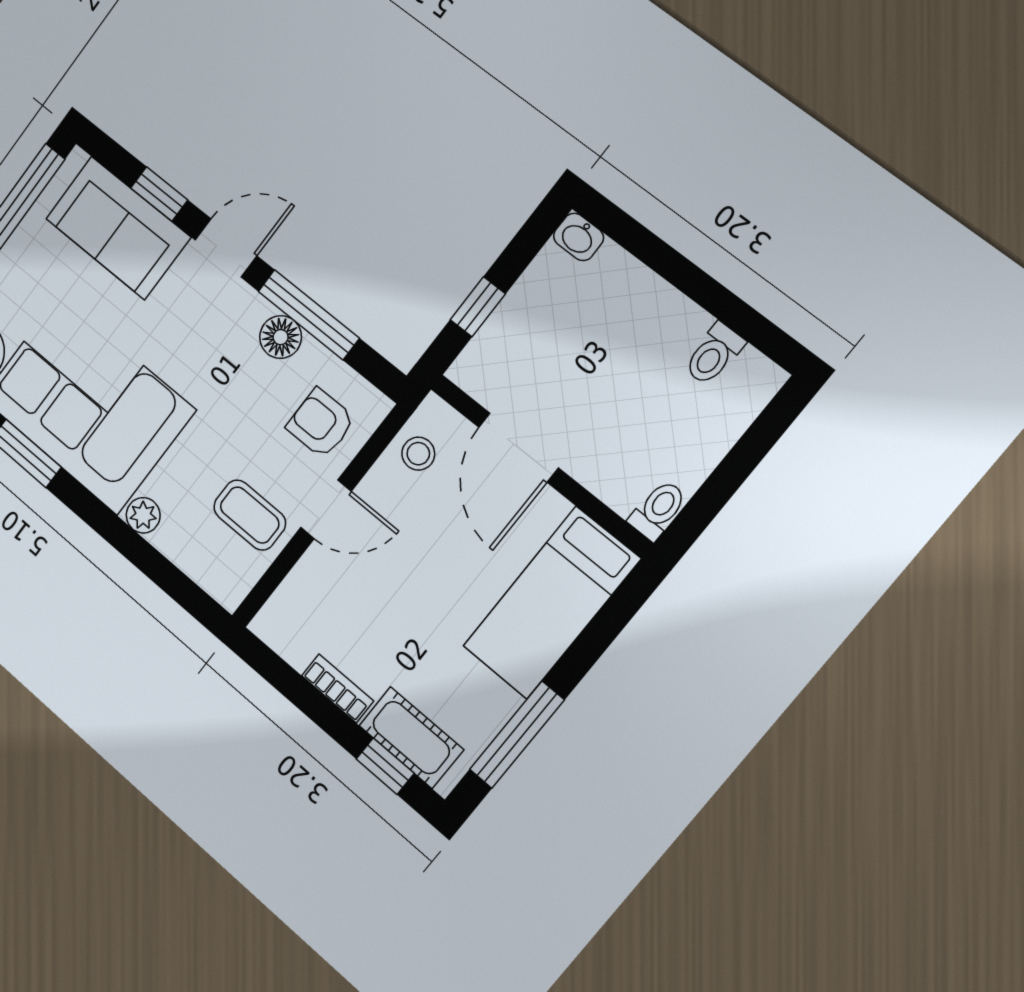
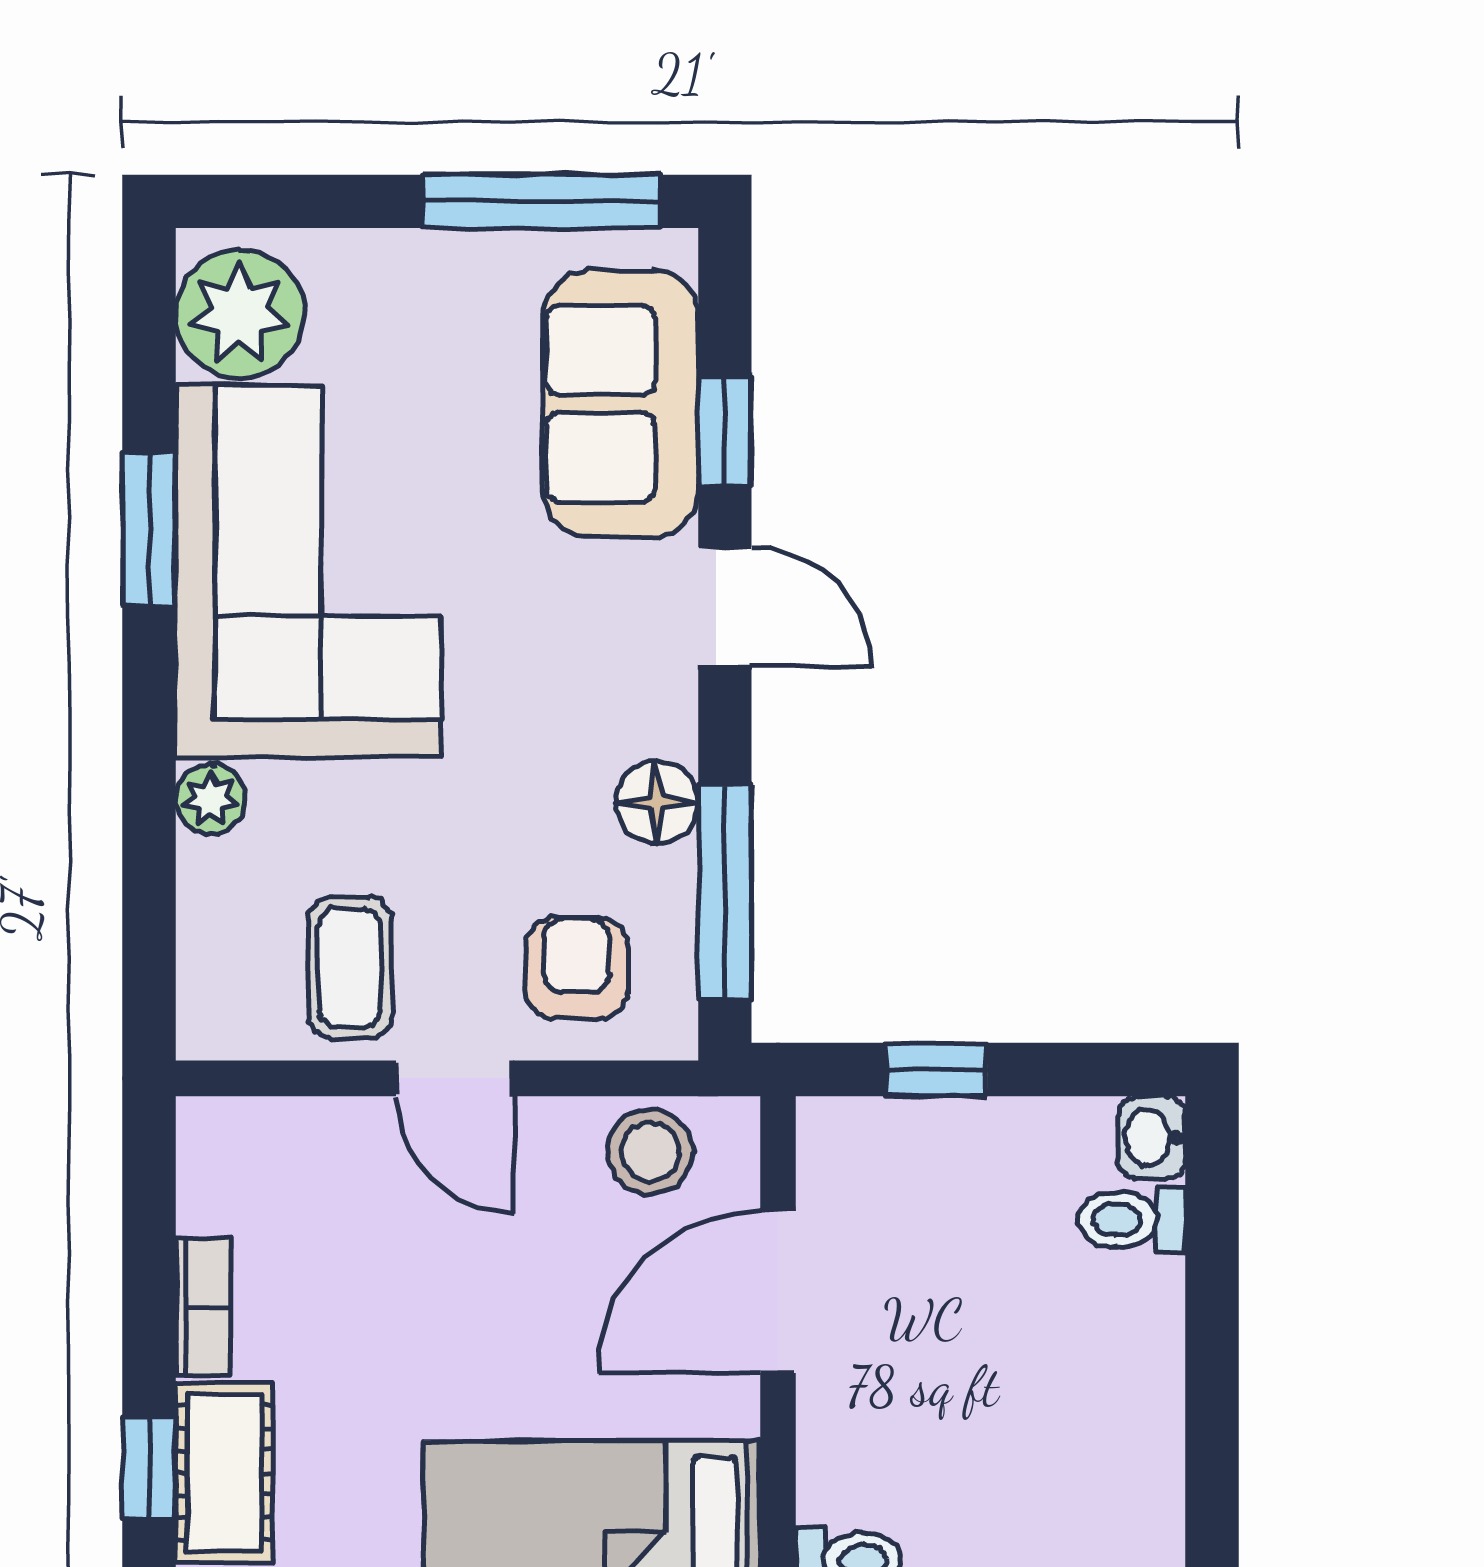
window: (309, 315) -> (725, 892), moved
toilet: (714, 354) -> (1132, 1220), moved
stool: (418, 454) -> (651, 1152), width x1.37, depth x1.37

